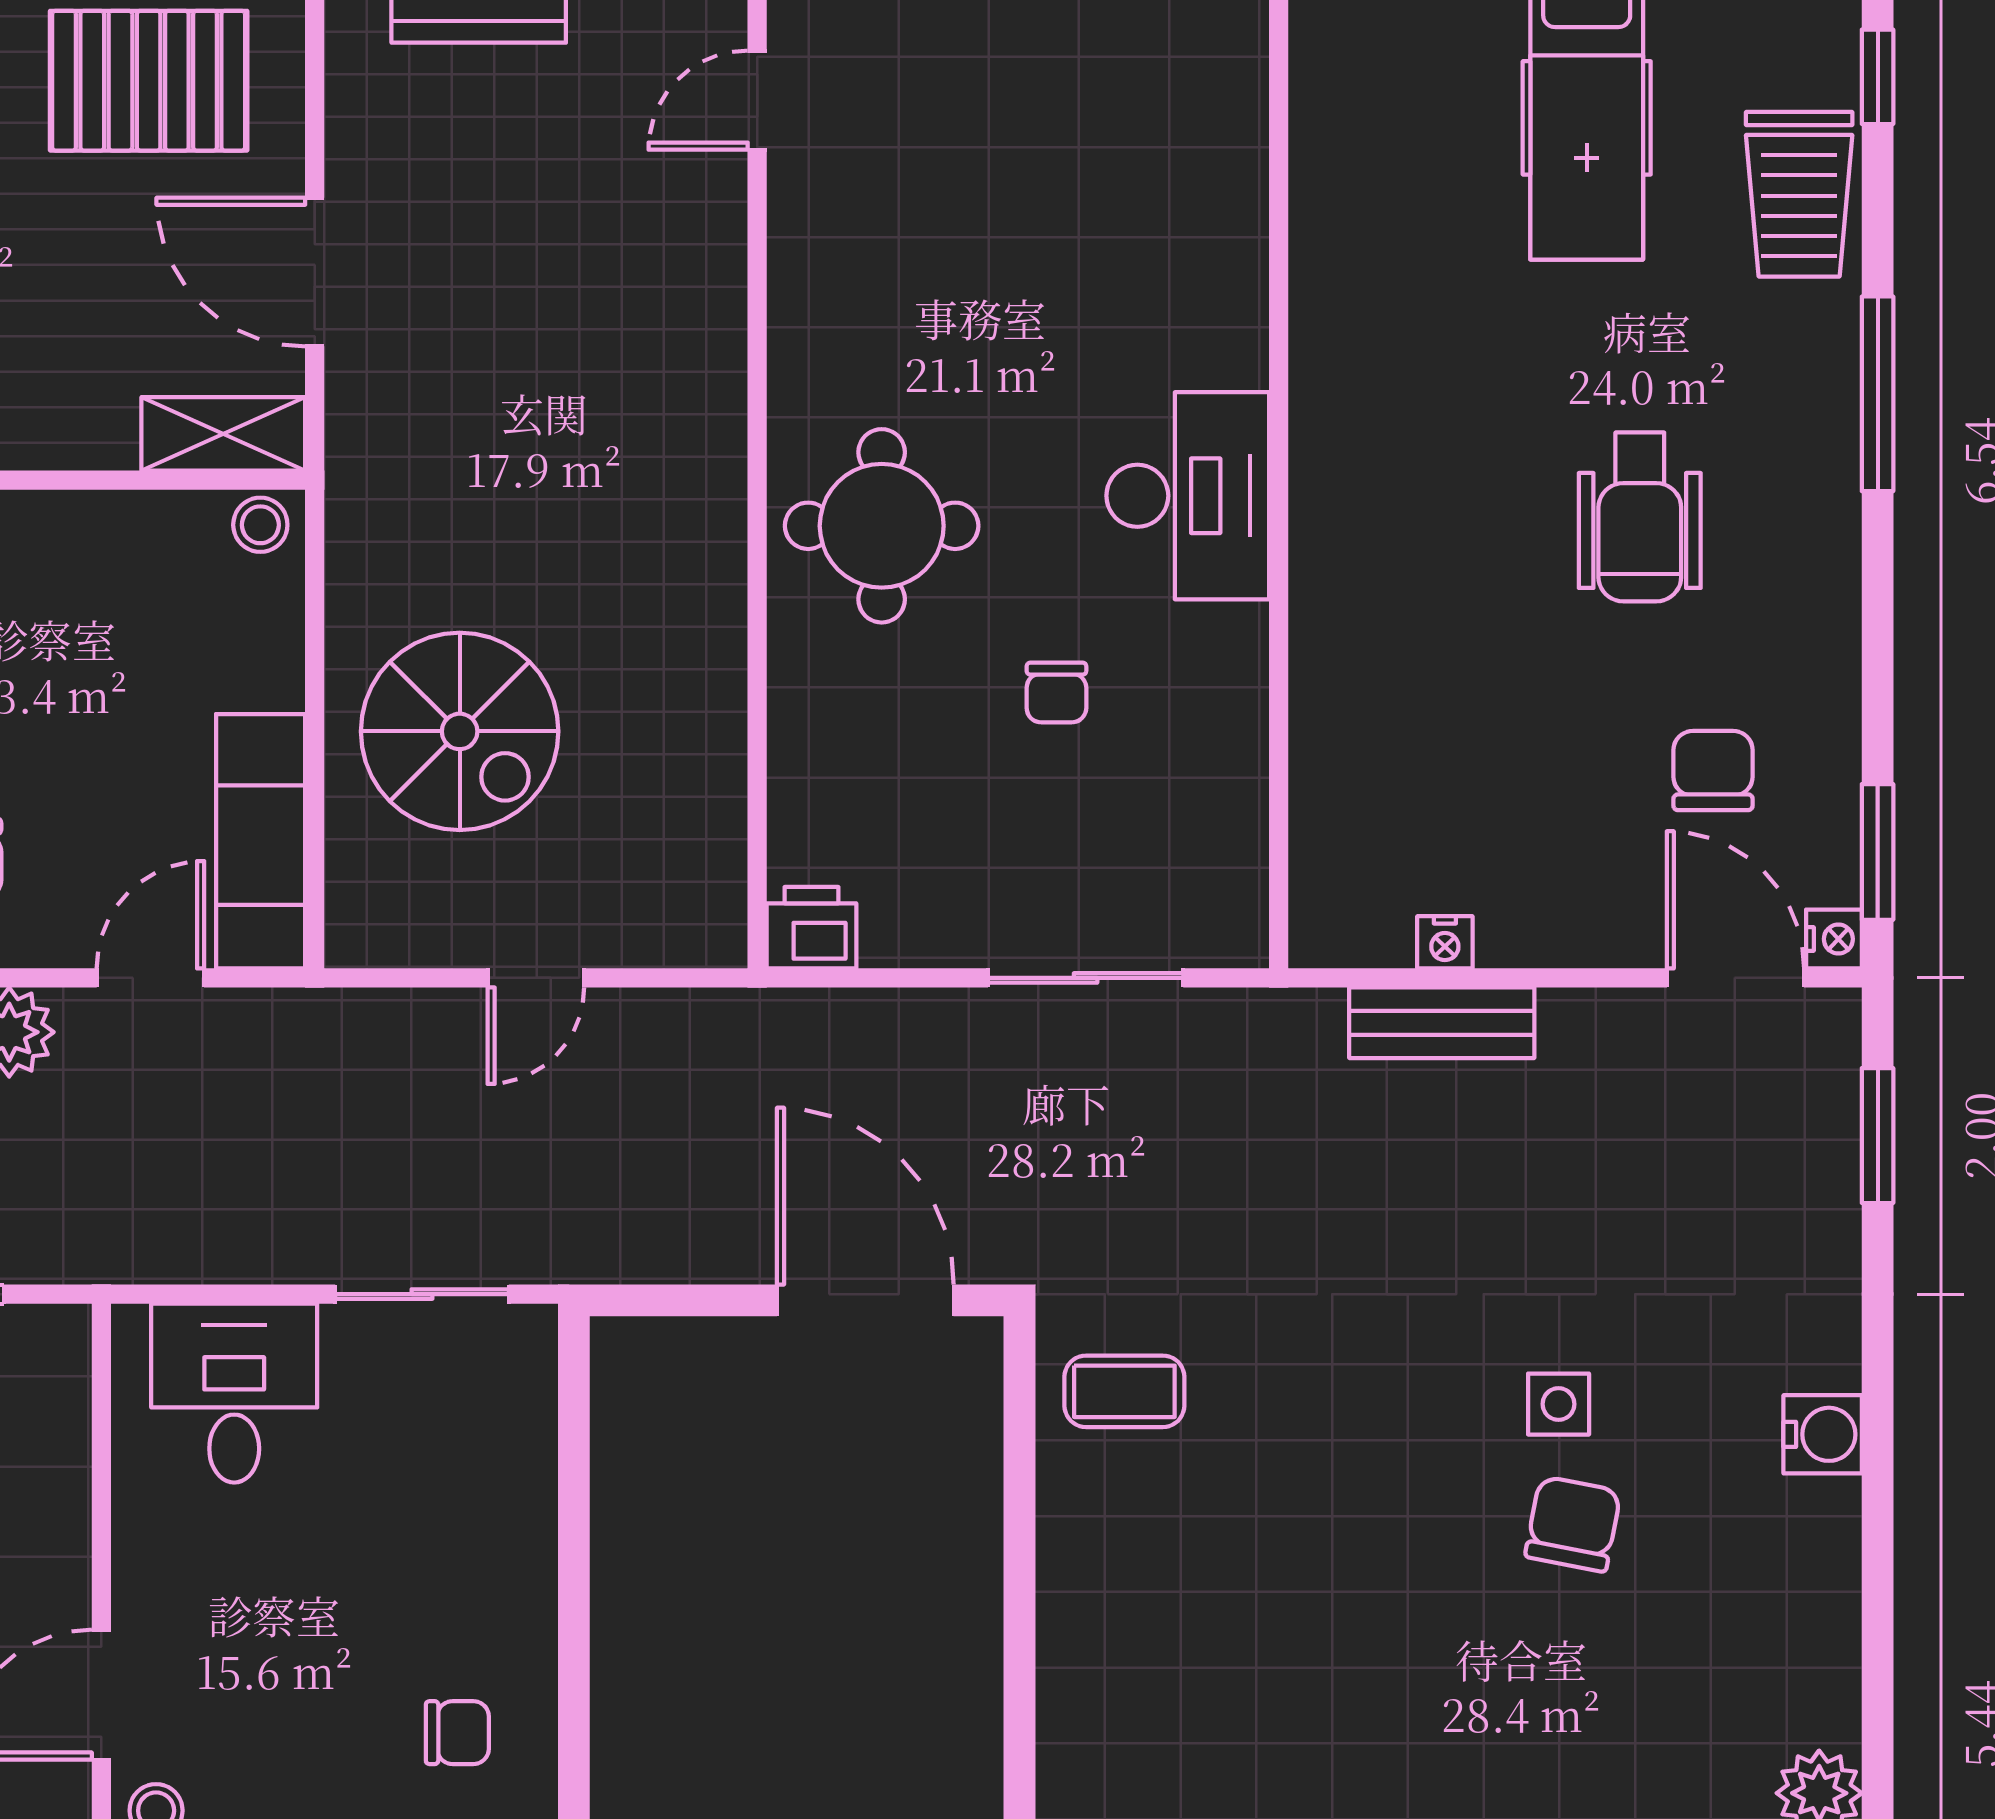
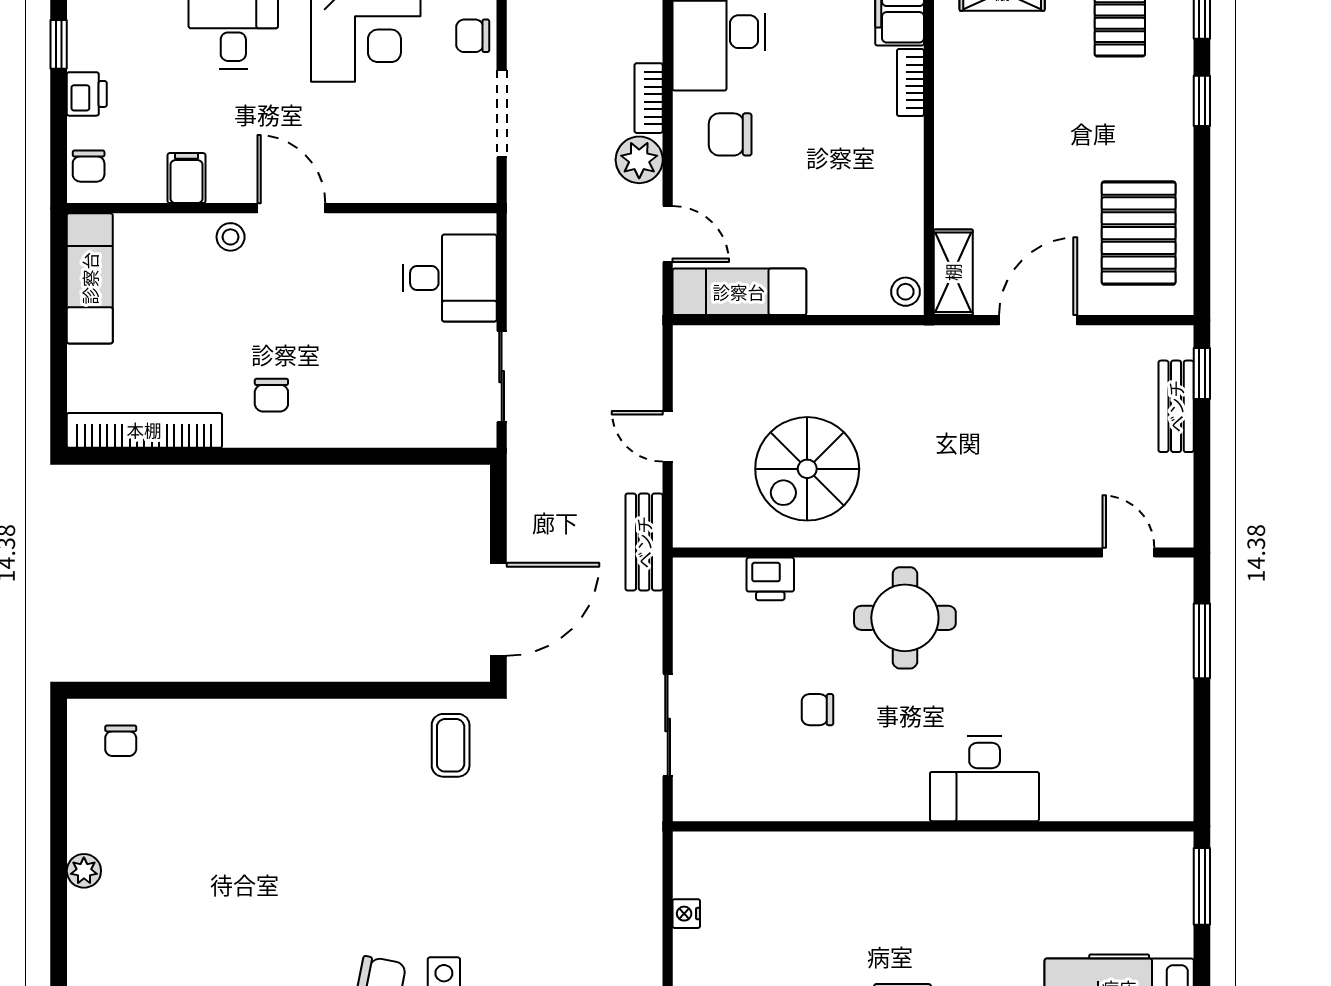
desk: (1188, 496) -> (985, 779), moved
spiral stairs: (460, 731) -> (807, 469), moved
printer: (811, 928) -> (770, 579), moved, turned 90
bench: (1442, 1023) -> (644, 542), moved

